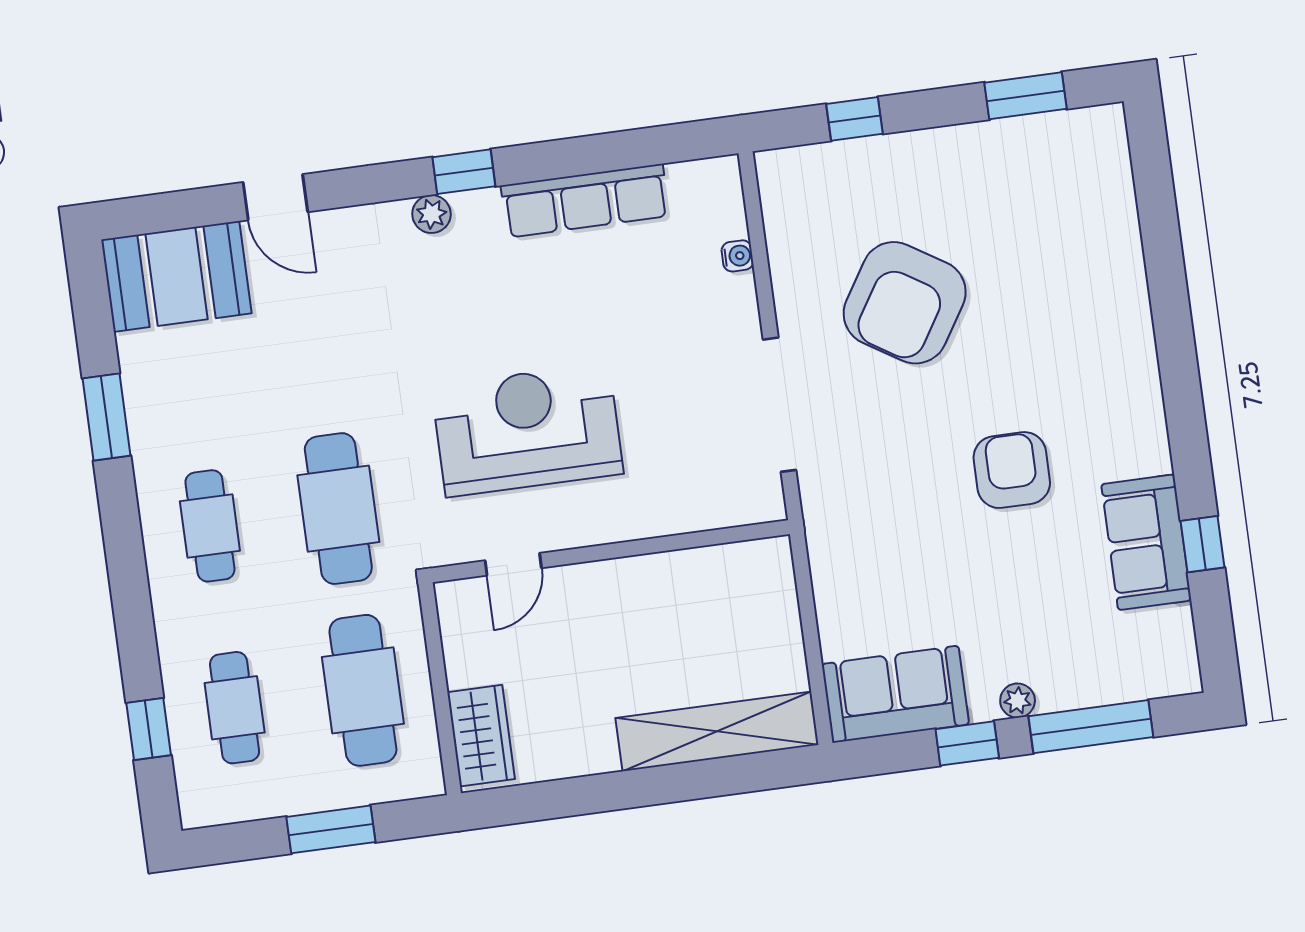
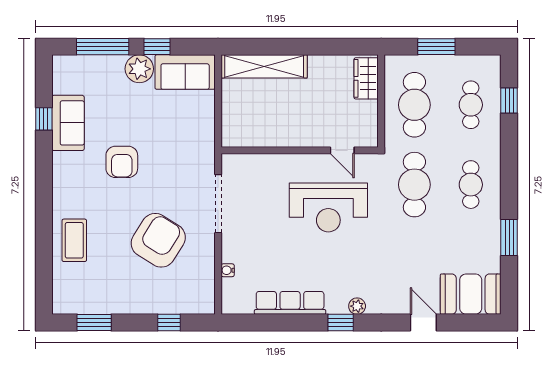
coffee table: (1096, 277) -> (74, 240), added
door: (513, 564) -> (342, 150), swing flipped
plant: (1018, 701) -> (139, 69), width x1.88, depth x1.88

